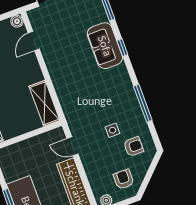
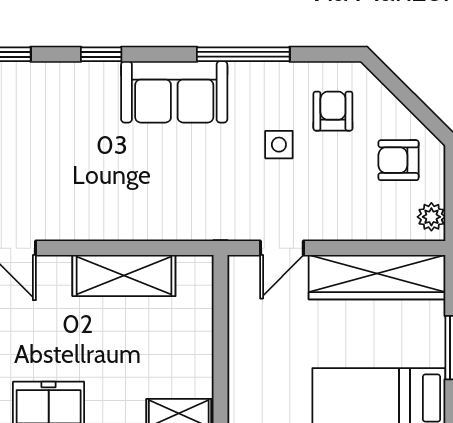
sofa: (105, 46) -> (174, 92), moved
shelving: (44, 103) -> (124, 276), moved

